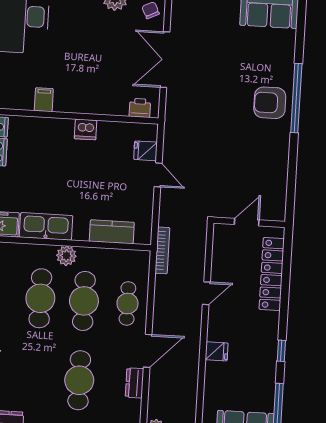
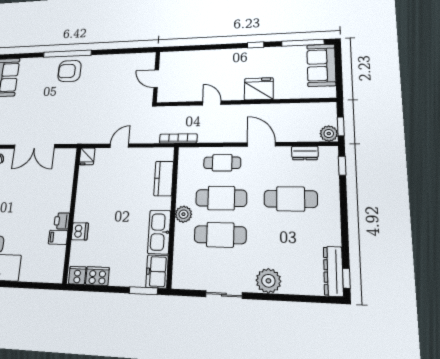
armchair: (270, 103) -> (69, 71), turned 90
printer: (140, 108) -> (62, 221), moved
dishwasher: (86, 129) -> (80, 231), moved
fridge: (145, 151) -> (87, 156), moved
locker: (272, 274) -> (196, 58), removed
fridge: (217, 351) -> (259, 89), width x1.88, depth x1.34
dresser: (135, 383) -> (305, 153), moved

